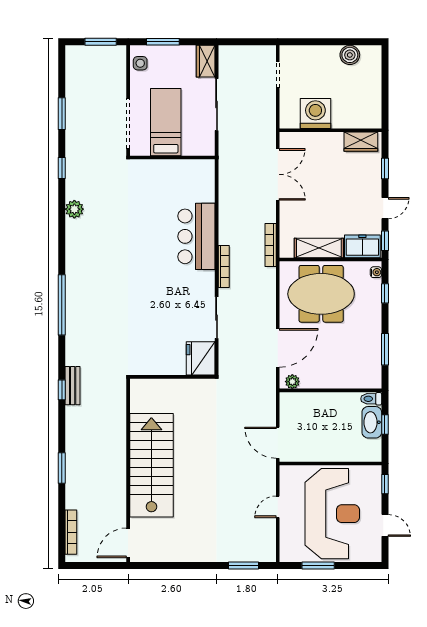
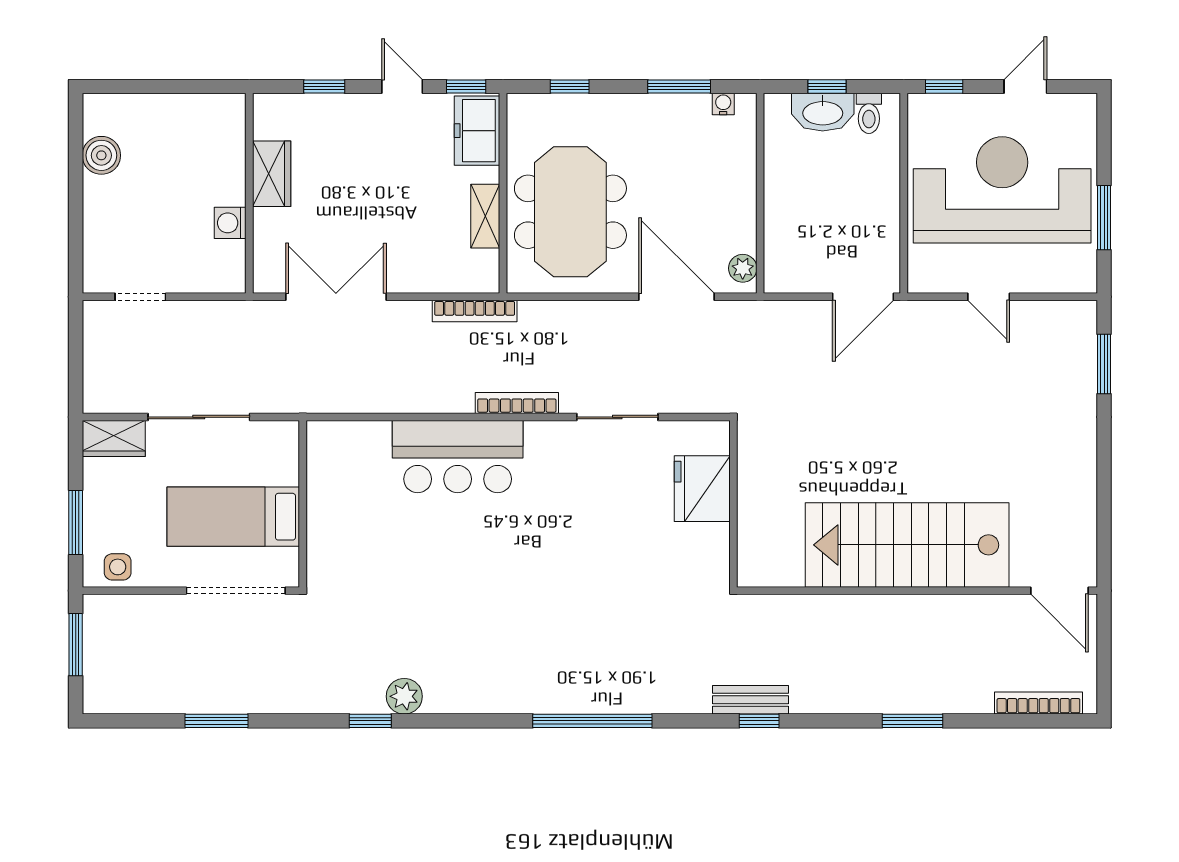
washing machine: (315, 113) -> (230, 223), width x0.53, depth x0.53
wardrobe: (361, 142) -> (272, 174), moved
window: (62, 168) -> (370, 721), moved
shelving: (319, 248) -> (485, 216), width x0.67, depth x0.75
water cooler: (376, 272) -> (723, 104), moved
fridge: (201, 358) -> (702, 489), moved, turned 90
toilet: (371, 399) -> (869, 113), moved

